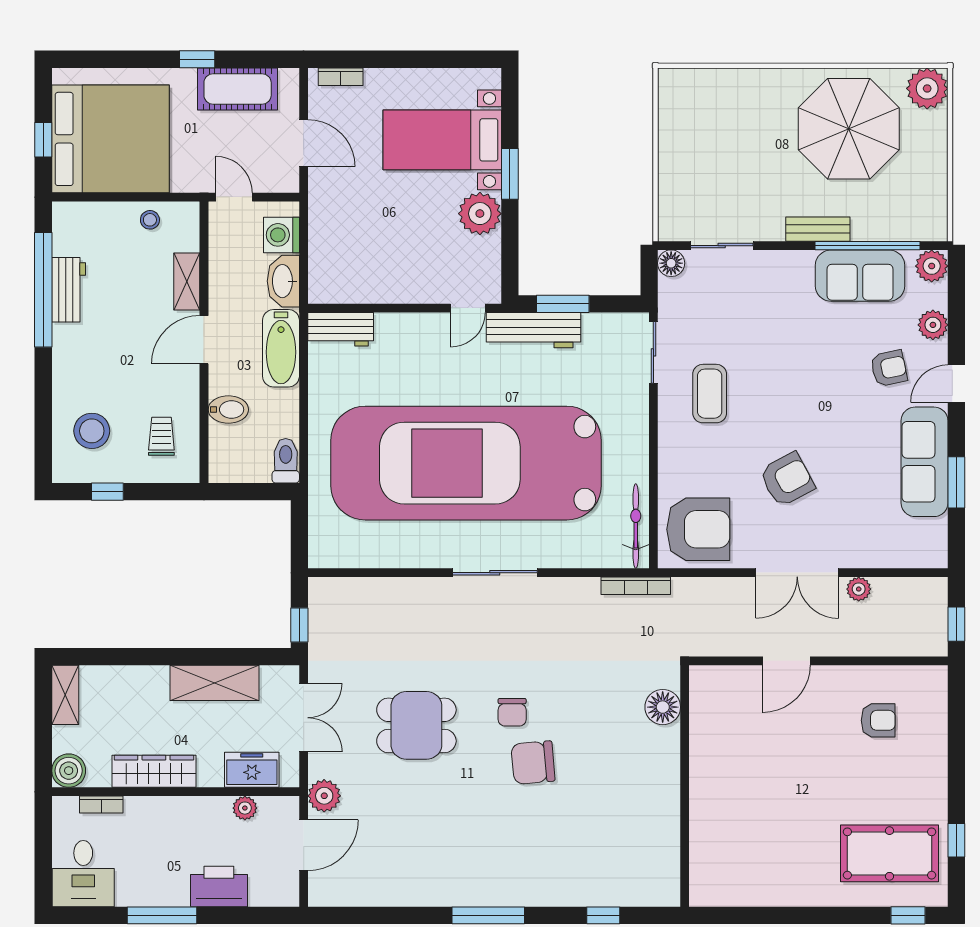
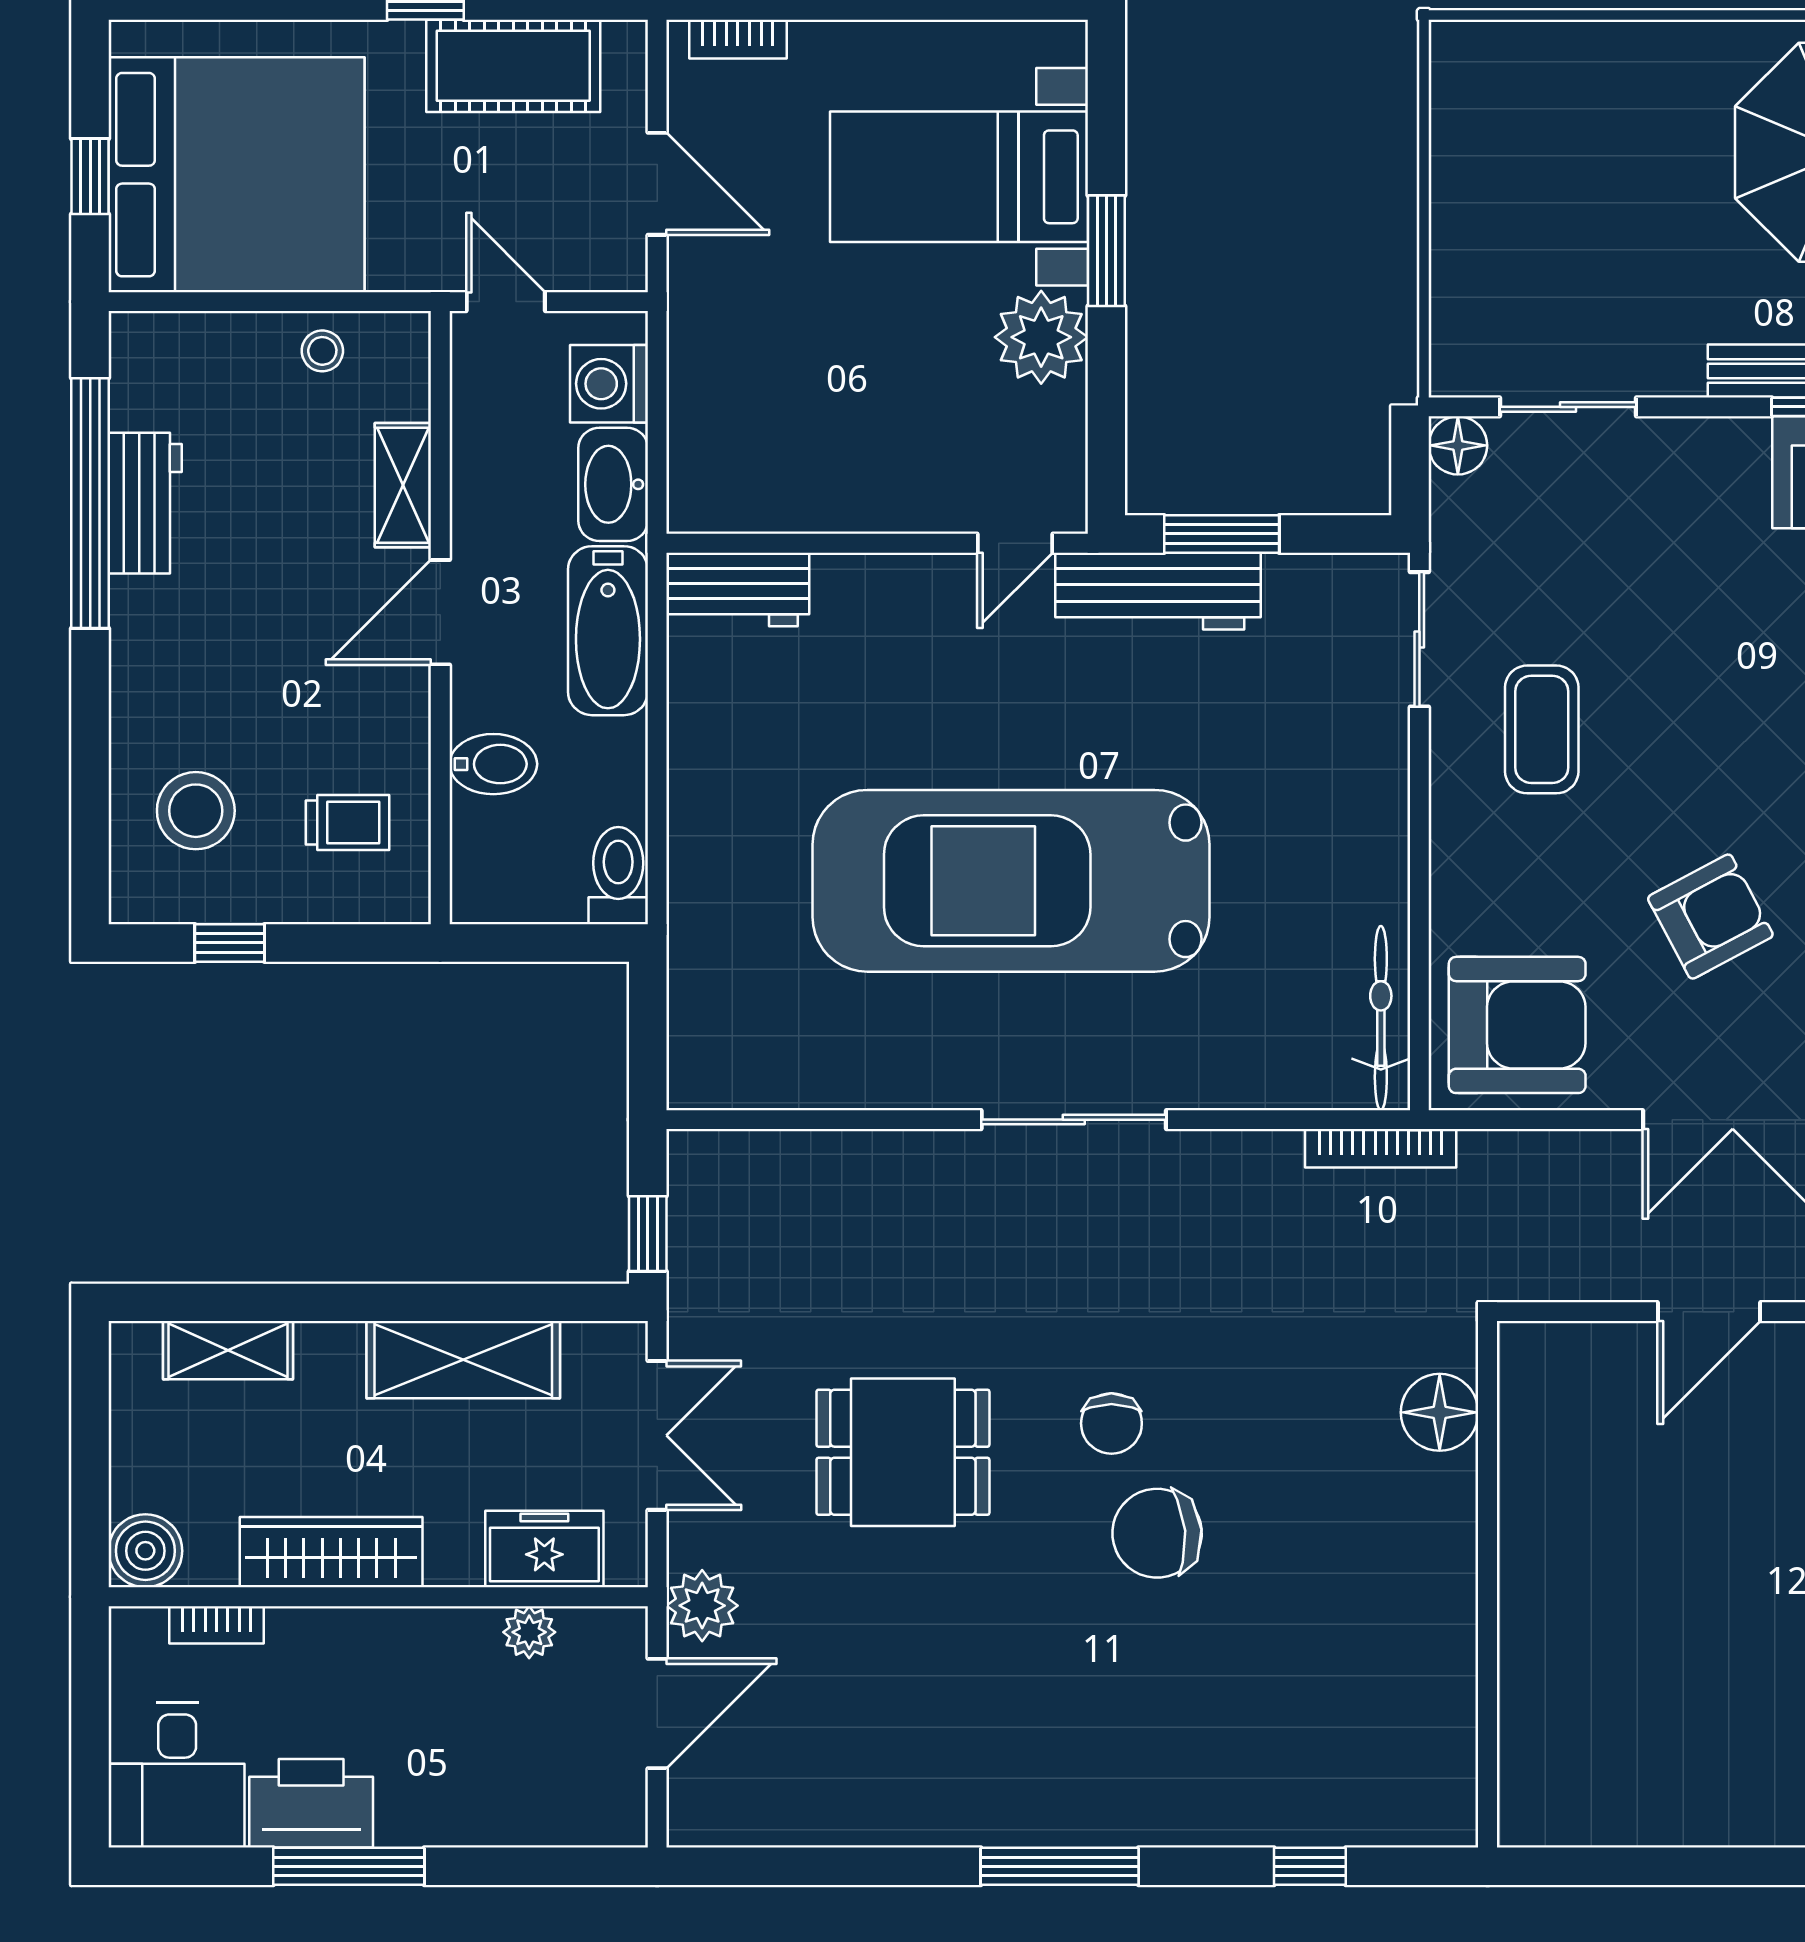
trolley: (161, 436) -> (347, 822), turned 90
car: (466, 463) -> (1011, 881), width x0.73, depth x0.67
shelving: (65, 695) -> (228, 1350), moved, turned 90
printer: (219, 887) -> (311, 1803), moved

